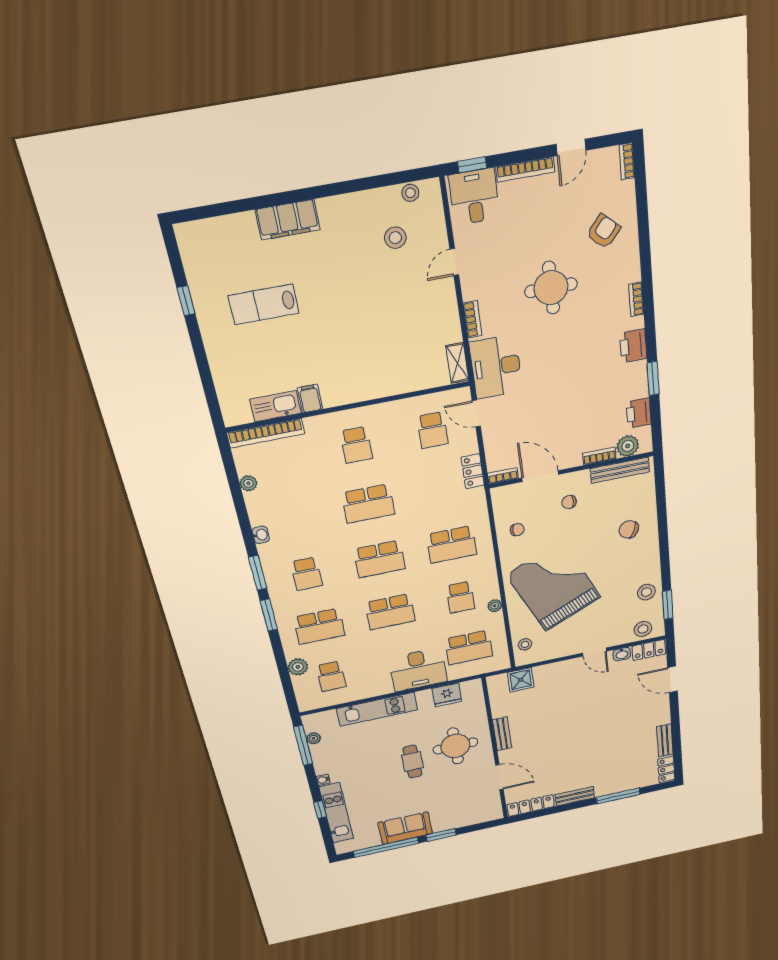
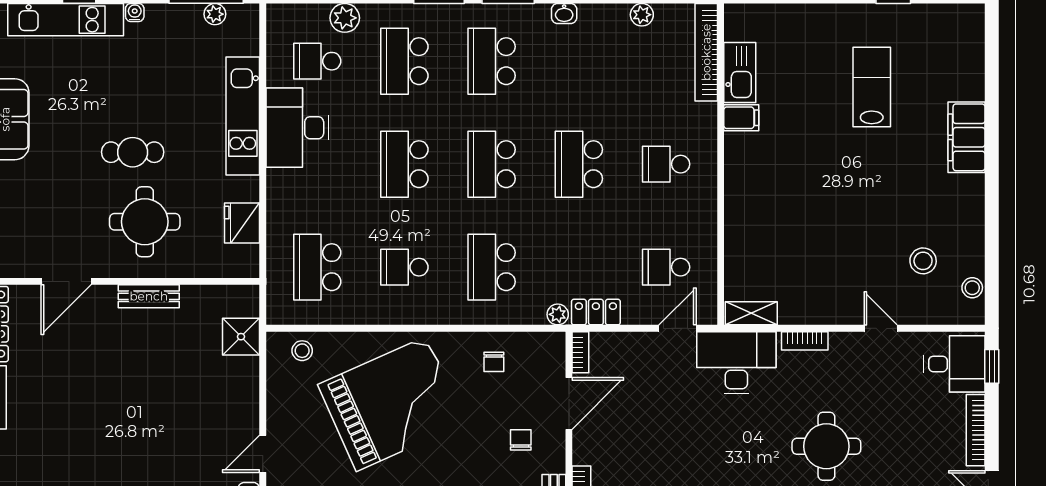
school desk: (307, 574) -> (492, 61), width x1.85
plant: (495, 606) -> (558, 314), moved
desk: (418, 670) -> (297, 128), moved

